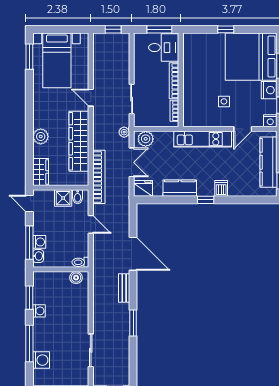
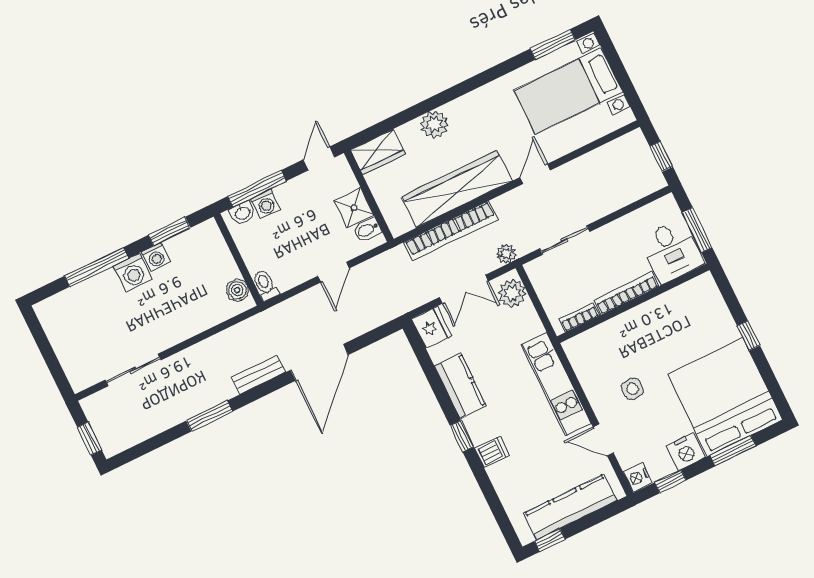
bookcase: (99, 177) -> (451, 231), moved
washing machine: (41, 360) -> (133, 272), moved

